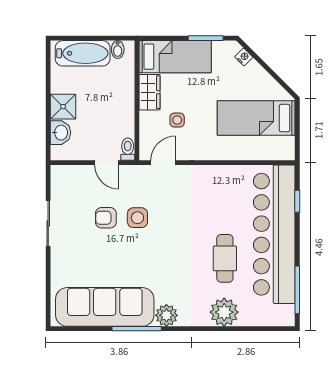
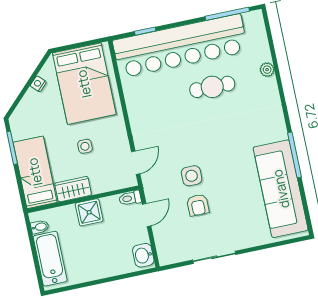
nightstand: (244, 57) -> (38, 84), moved
shower: (63, 107) -> (89, 212), moved
bed: (256, 118) -> (84, 84), width x1.50
side table: (177, 120) -> (85, 146), moved
washbasin: (61, 133) -> (143, 255), moved, turned -90
door: (163, 163) -> (136, 163), swing flipped
plant: (224, 312) -> (267, 70), width x0.53, depth x0.53
plant: (166, 315) -> (276, 130), removed

